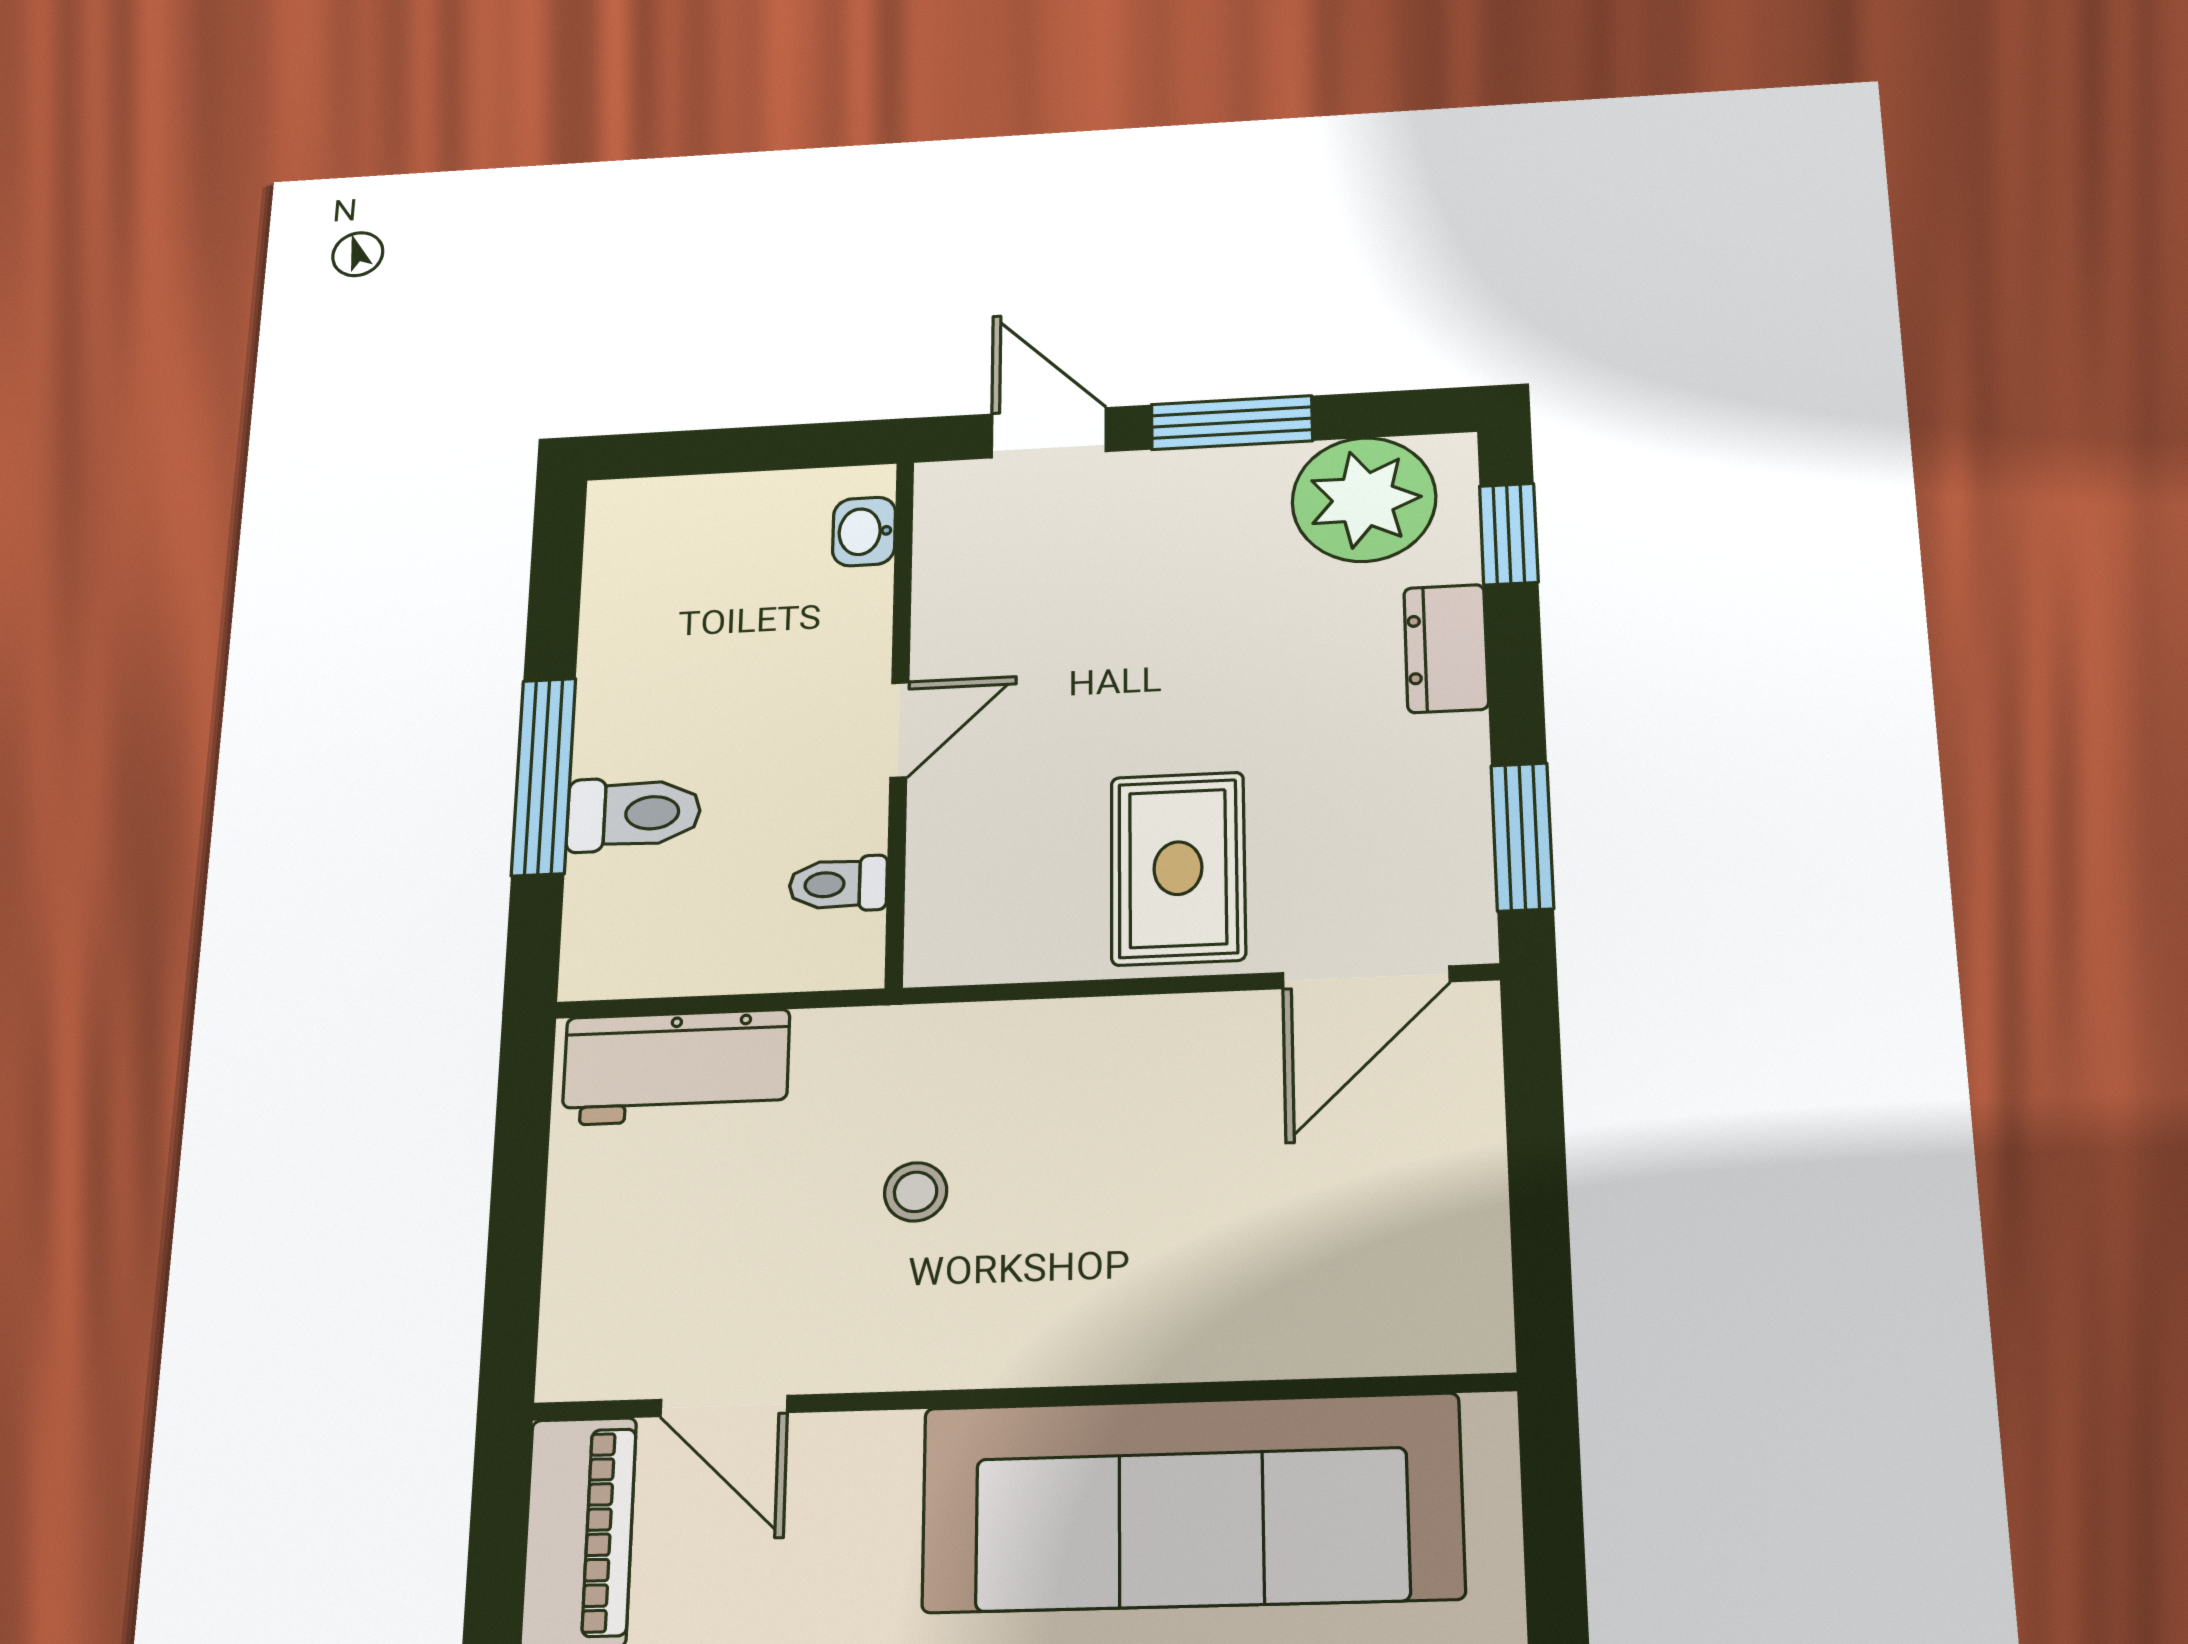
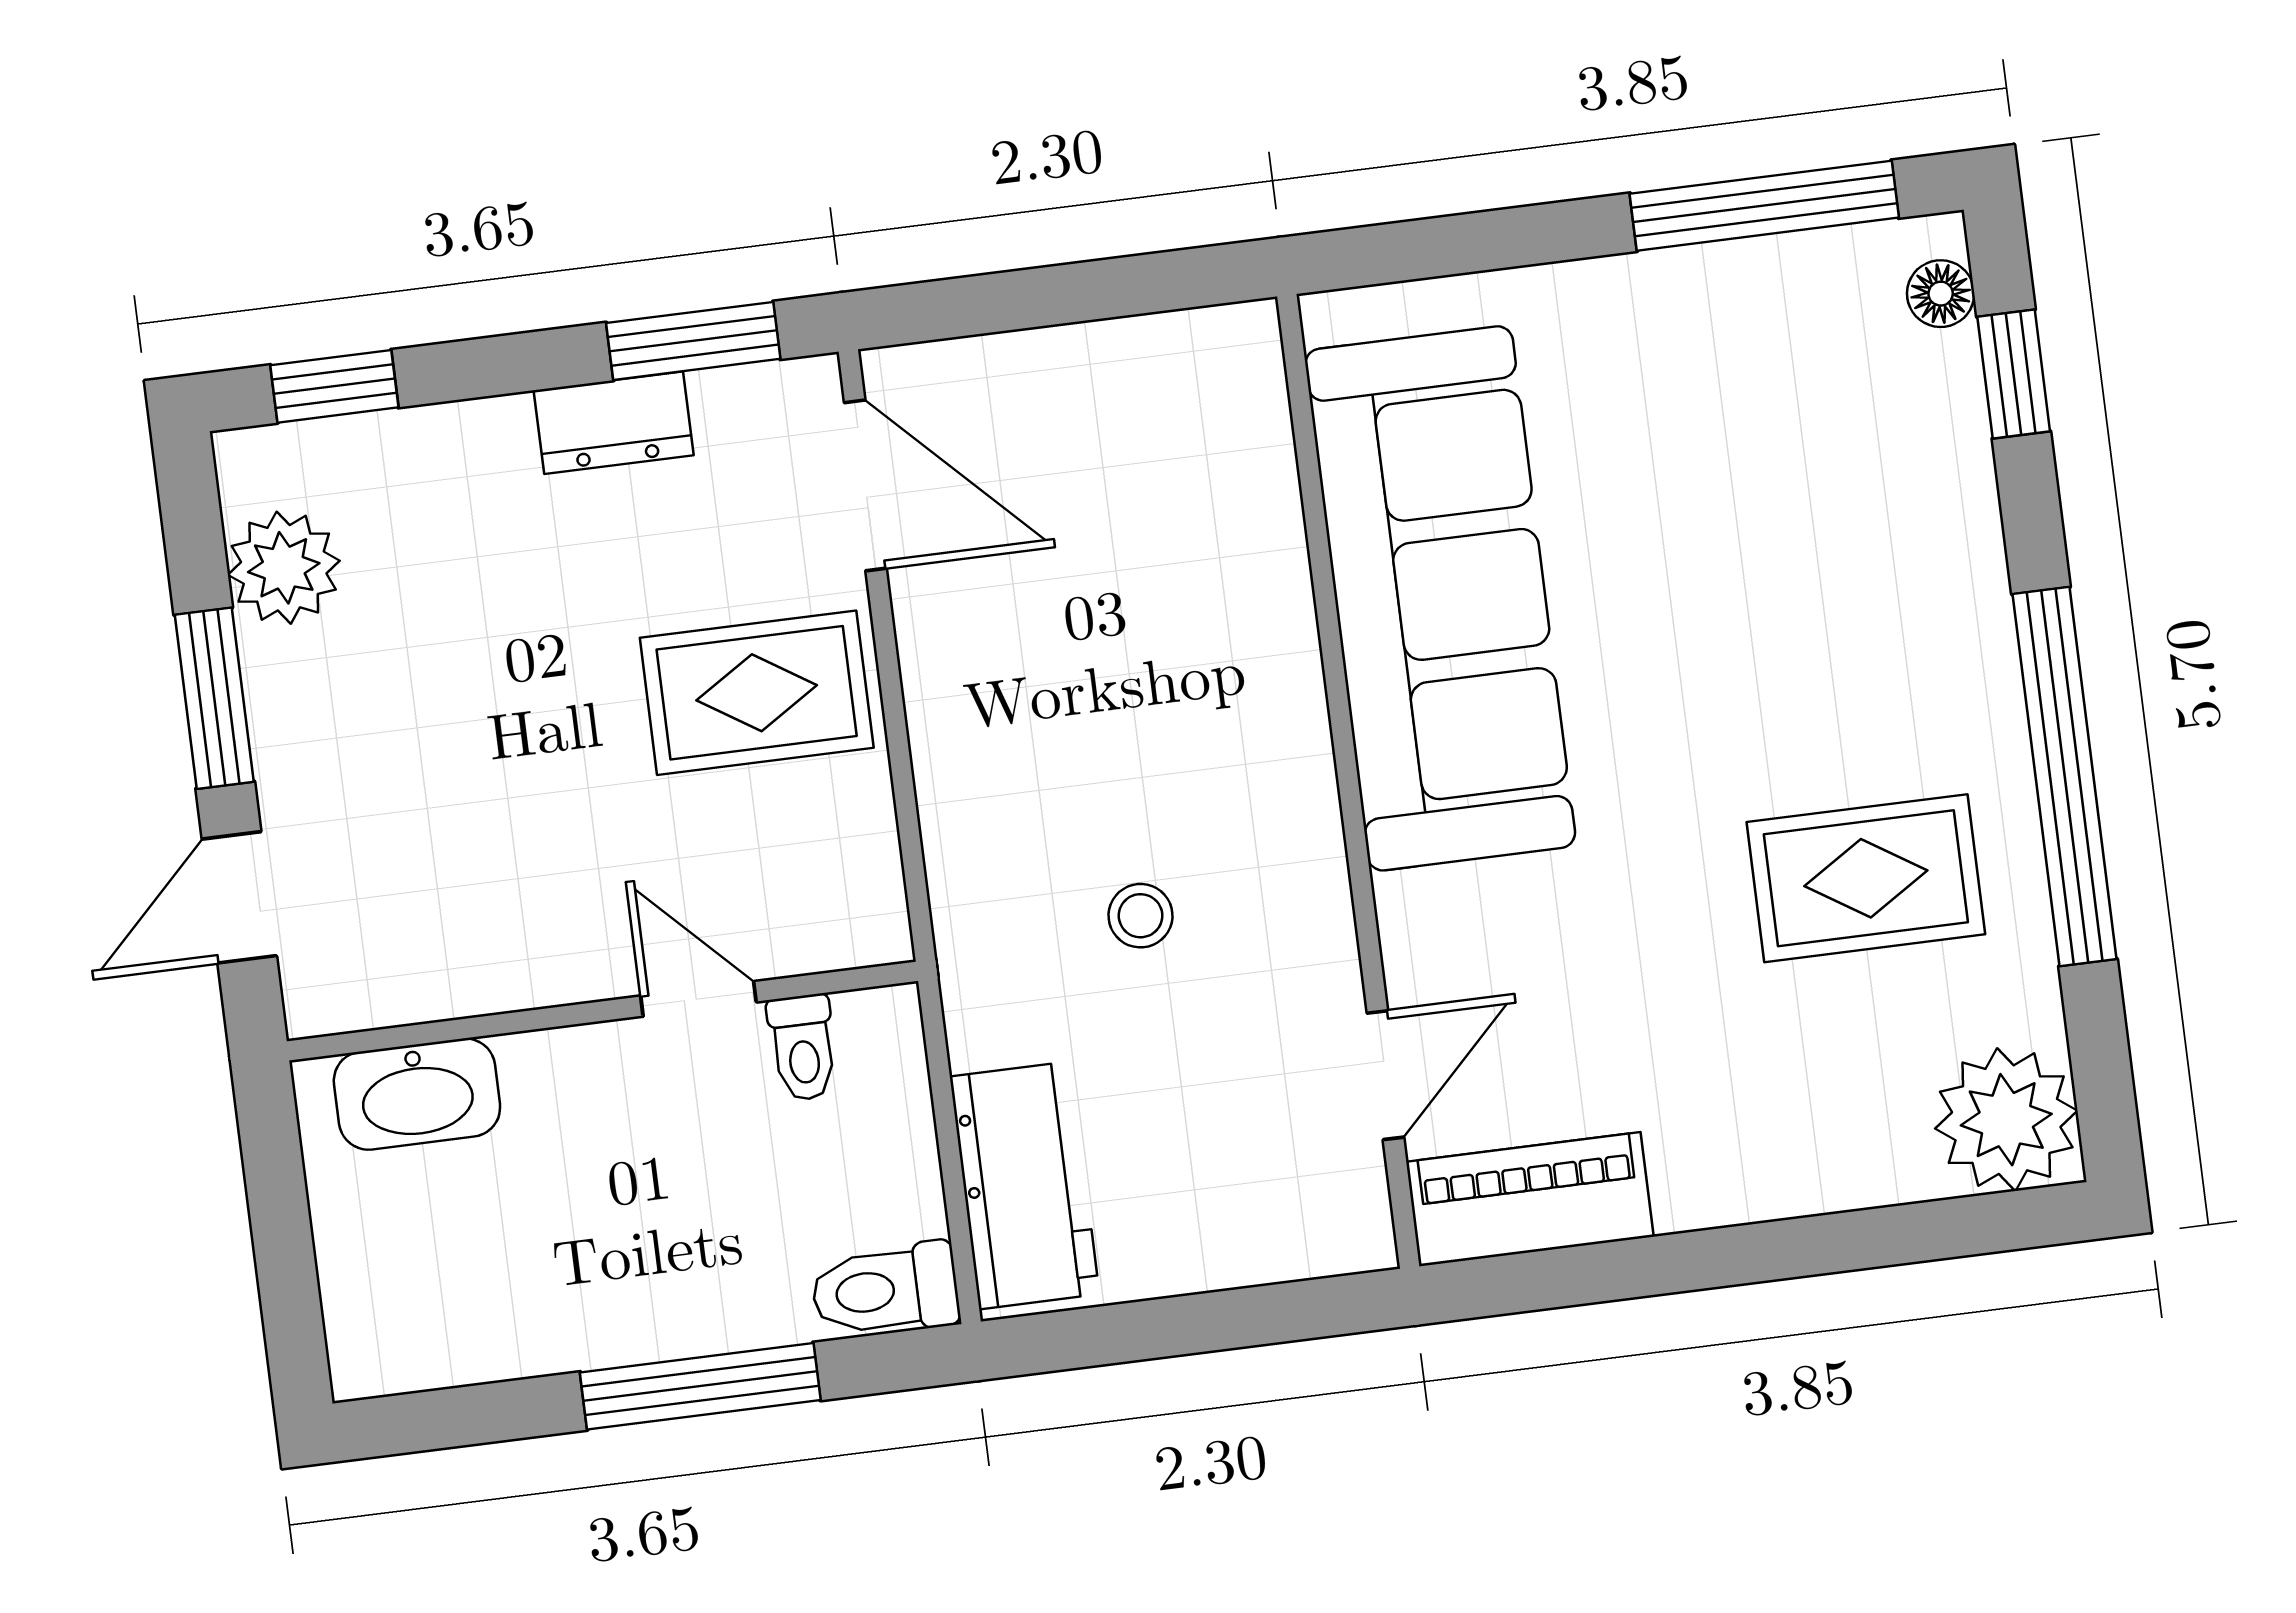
plant: (1364, 499) -> (284, 568), width x0.73, depth x0.73
washbasin: (864, 532) -> (417, 1094), width x1.91, depth x1.45
dresser: (1446, 648) -> (614, 423), moved
door: (899, 730) -> (698, 999), moved
toilet: (634, 814) -> (885, 1290), moved, turned -90

